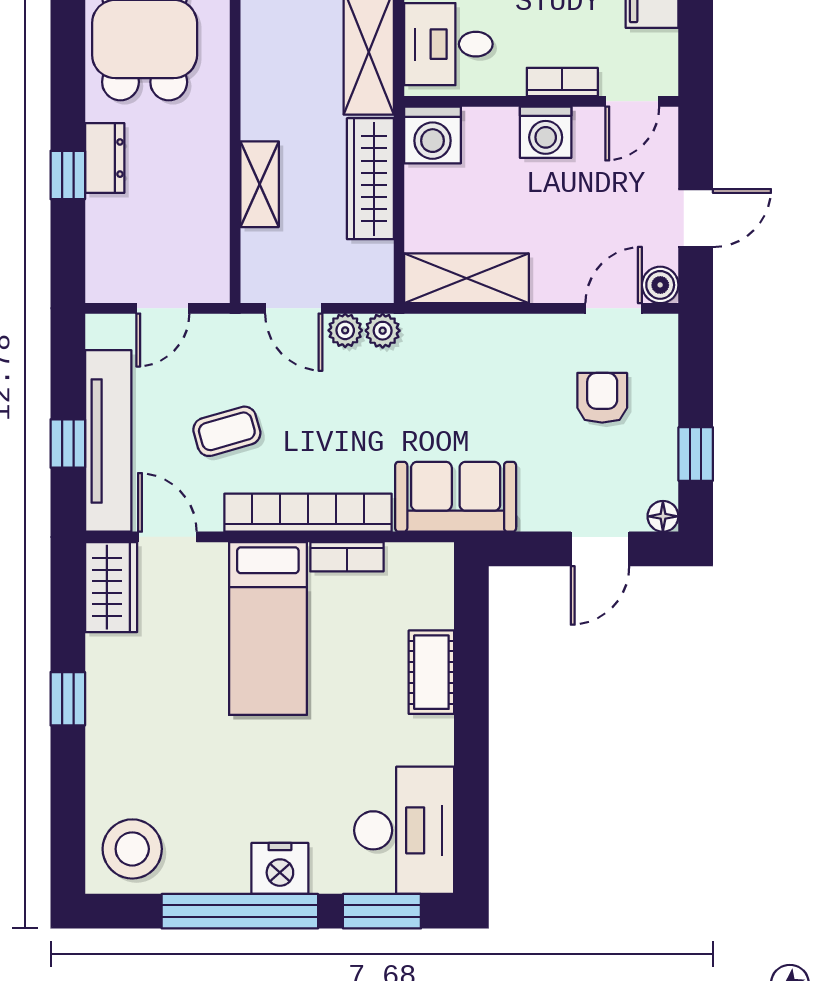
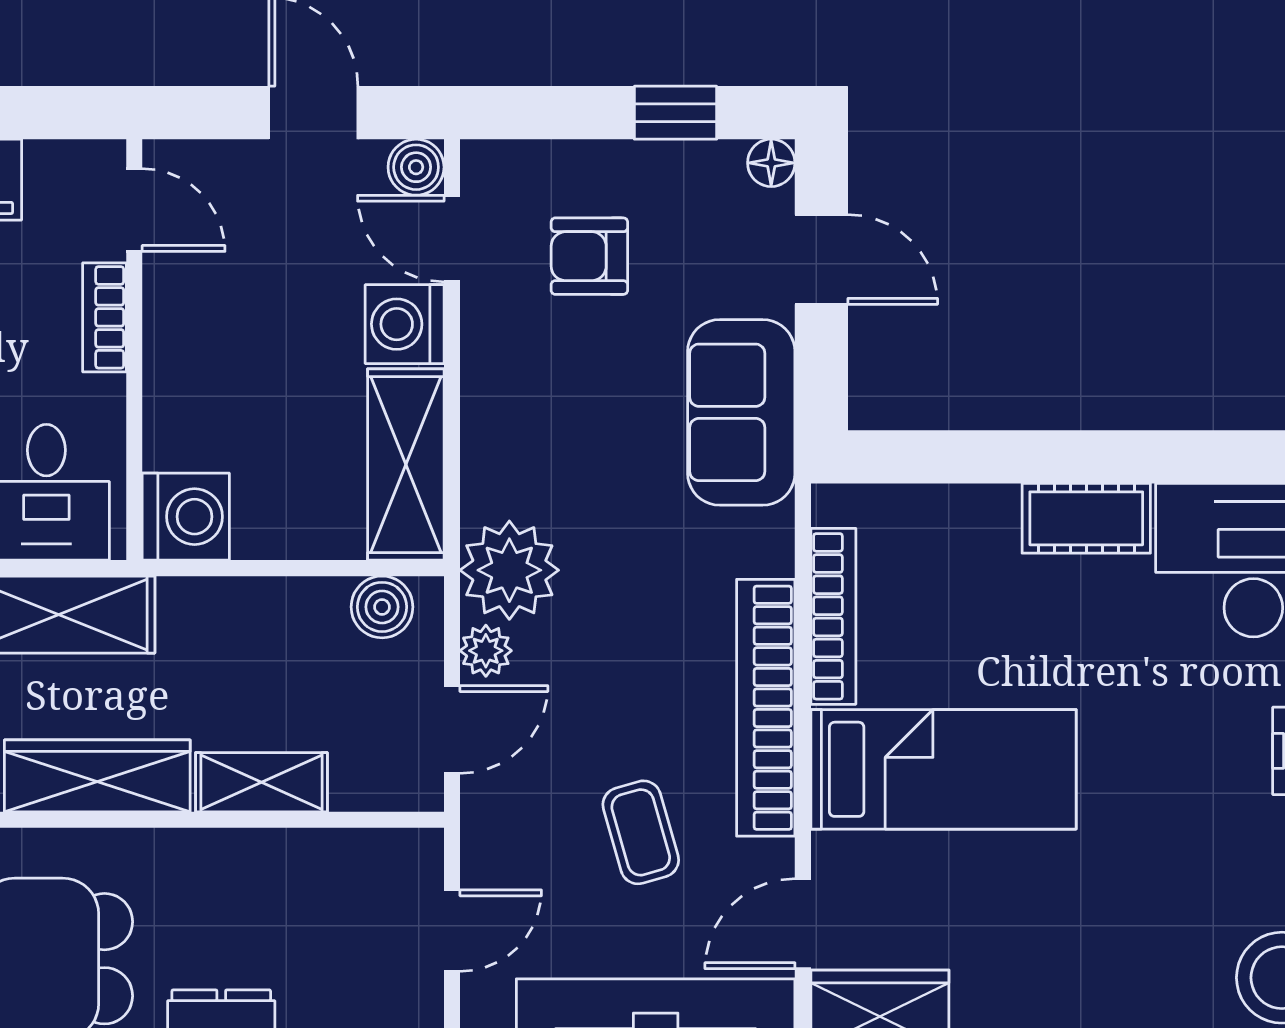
washing machine: (546, 132) -> (405, 324), moved, turned 180
wardrobe: (370, 179) -> (97, 776), moved, turned 180
boiler: (374, 263) -> (382, 607), added
door: (163, 308) -> (452, 931), hinge flipped
plant: (383, 331) -> (509, 570), width x1.88, depth x1.88
sofa: (456, 497) -> (741, 412), moved
bookcase: (347, 557) -> (833, 616), width x1.56
cot: (431, 672) -> (1086, 518), moved

